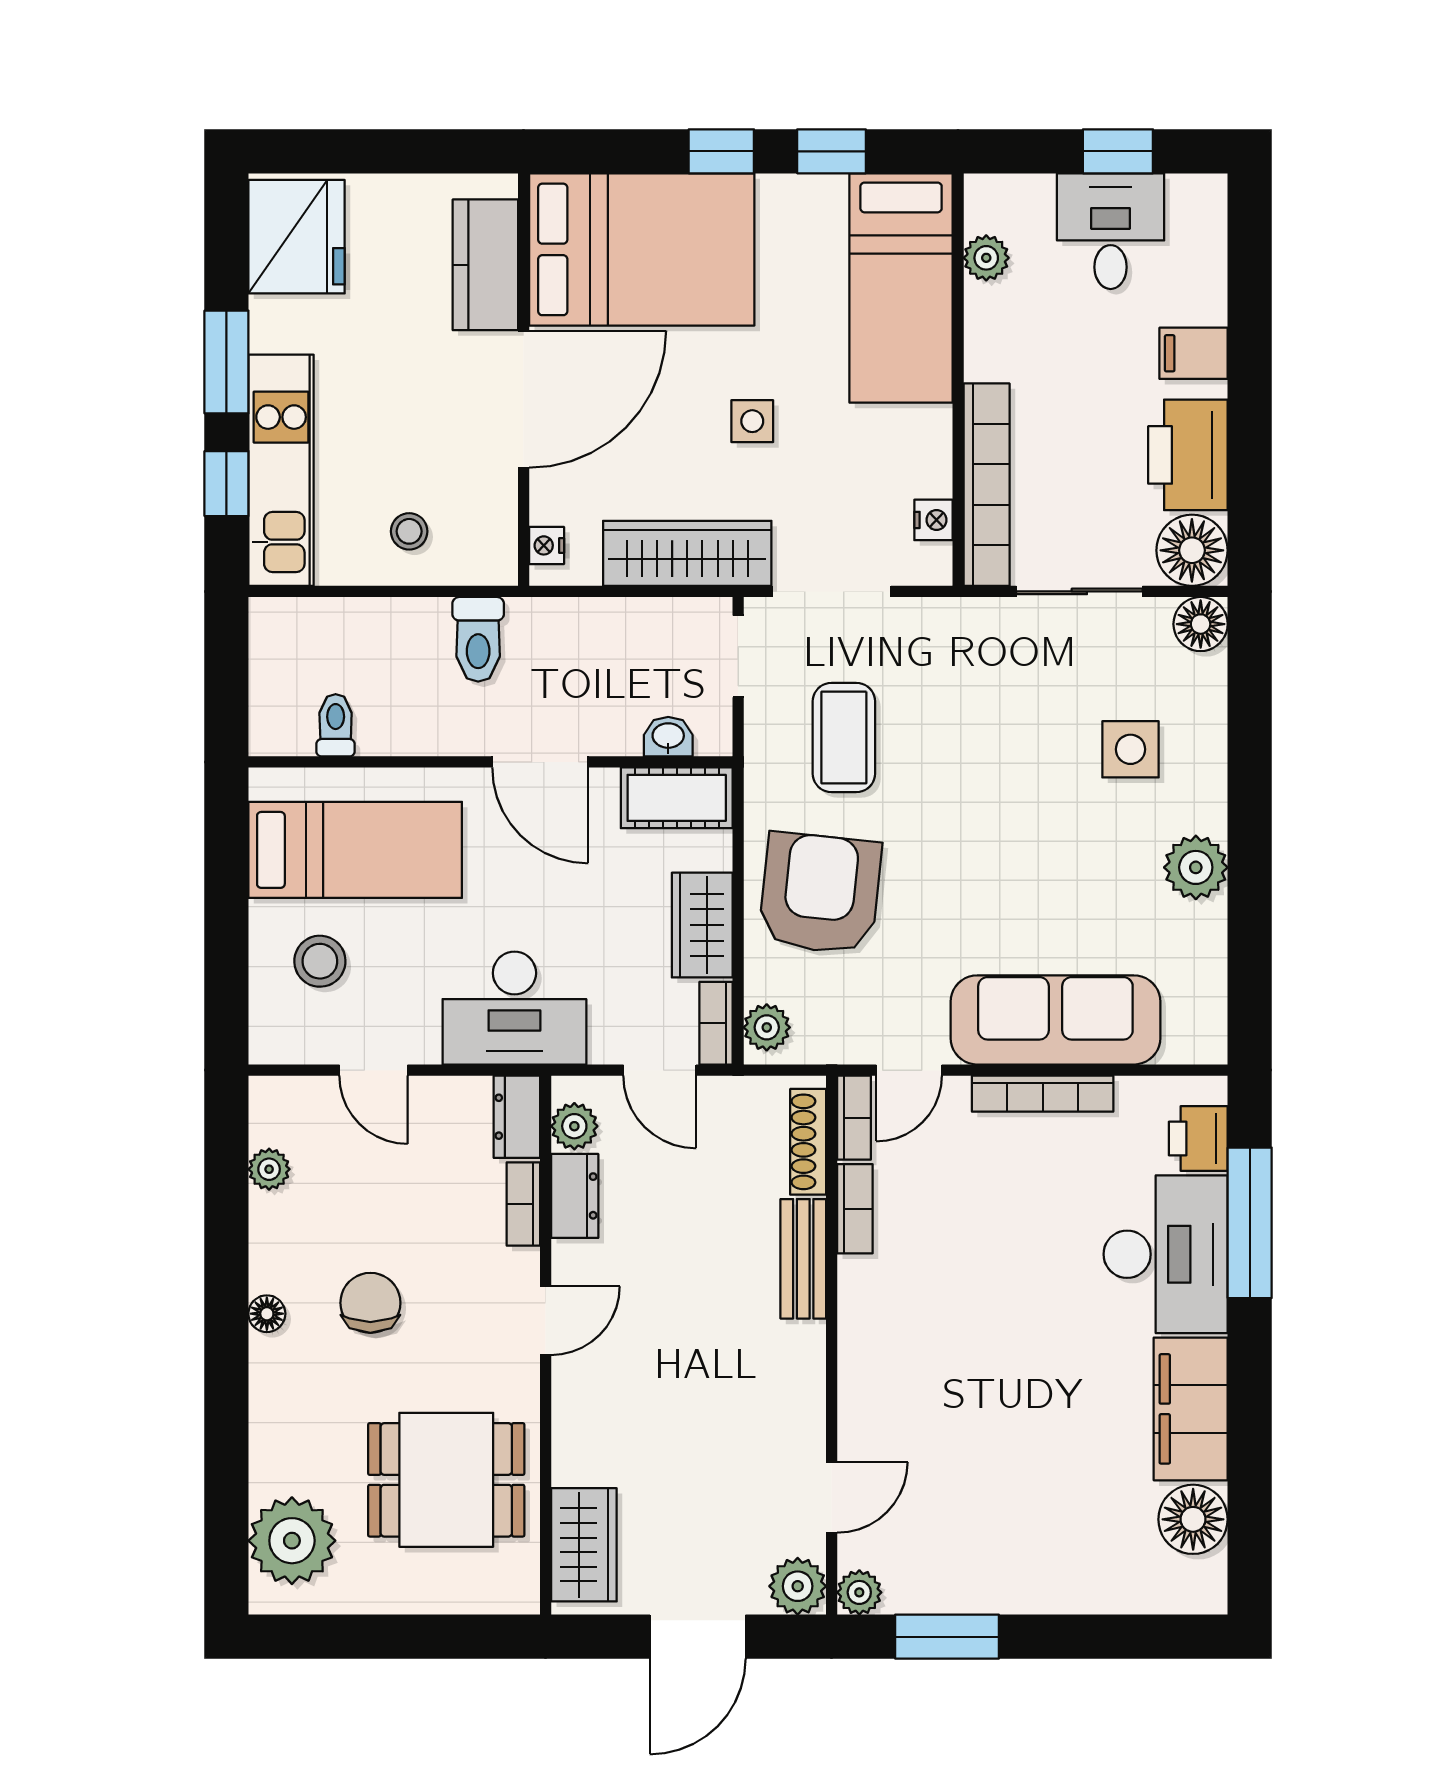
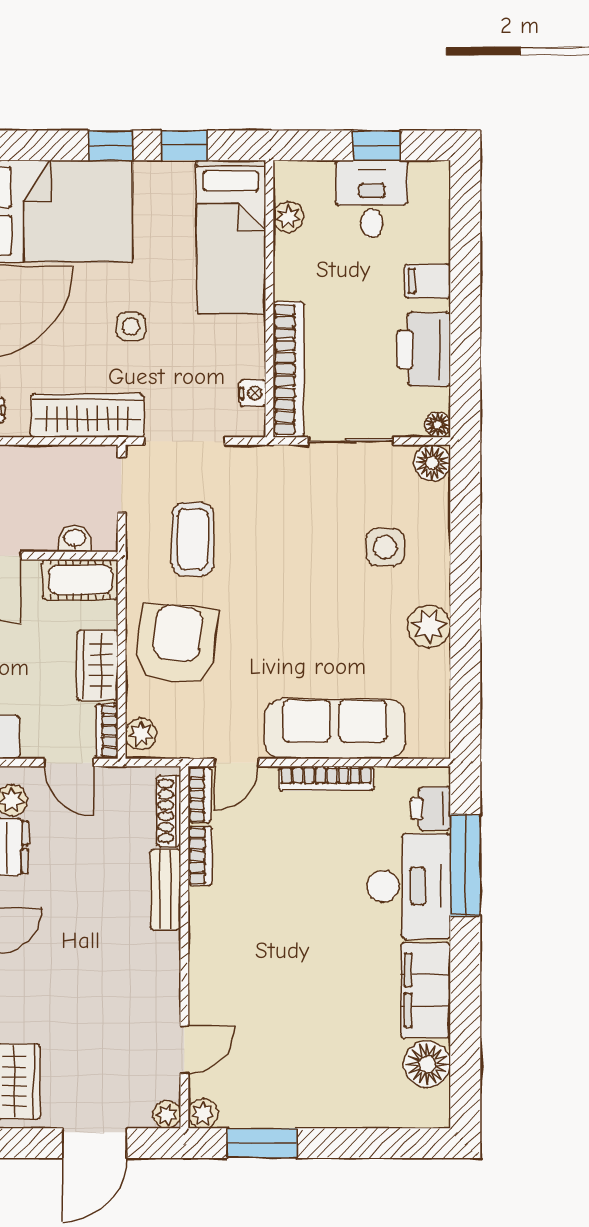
floor lamp: (1192, 550) -> (438, 425), width x0.53, depth x0.53
plant: (798, 1586) -> (167, 1114), width x0.73, depth x0.73

